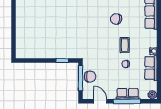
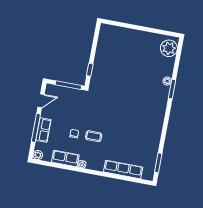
chair: (116, 19) -> (122, 132), removed
chair: (90, 77) -> (68, 95), removed

